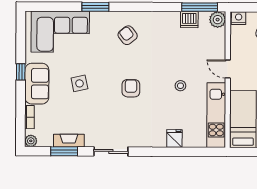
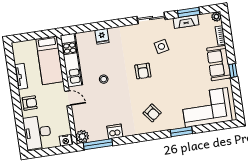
dishwasher: (189, 20) -> (115, 132), moved
side table: (79, 83) -> (161, 46), moved

